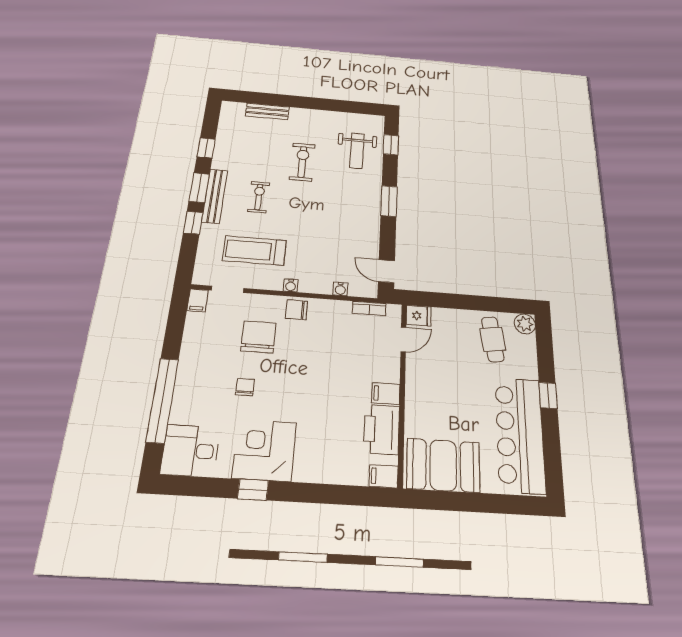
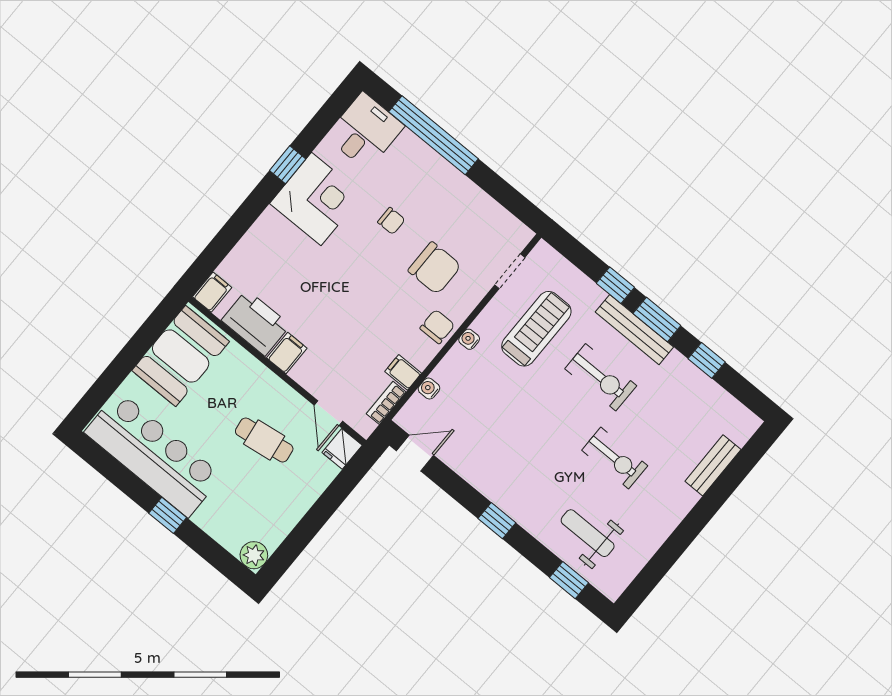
exercise bike: (259, 197) -> (601, 377), width x1.38, depth x1.39
window: (389, 201) -> (497, 521), width x0.67
filing cabinet: (198, 300) -> (403, 372), moved
cafe table: (493, 339) -> (264, 440), moved

